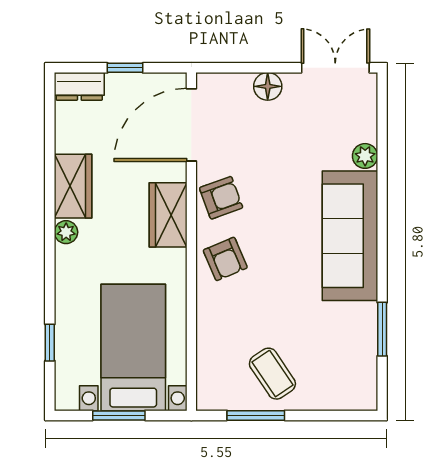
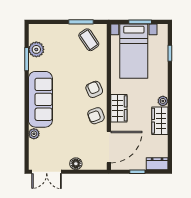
plant: (359, 352) -> (36, 49), added
coffee table: (272, 374) -> (89, 40), moved

